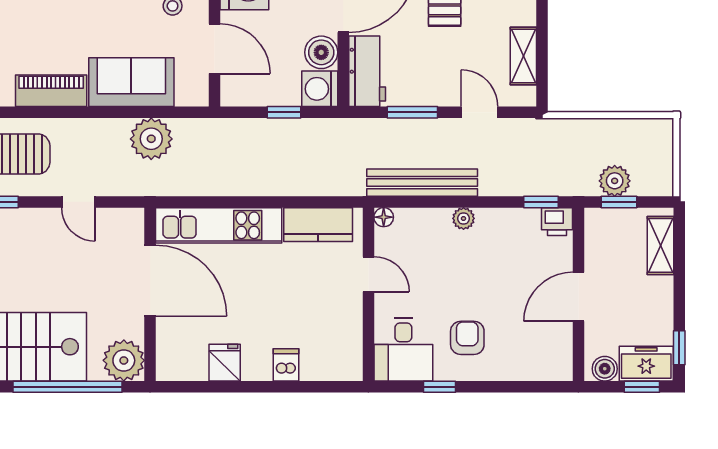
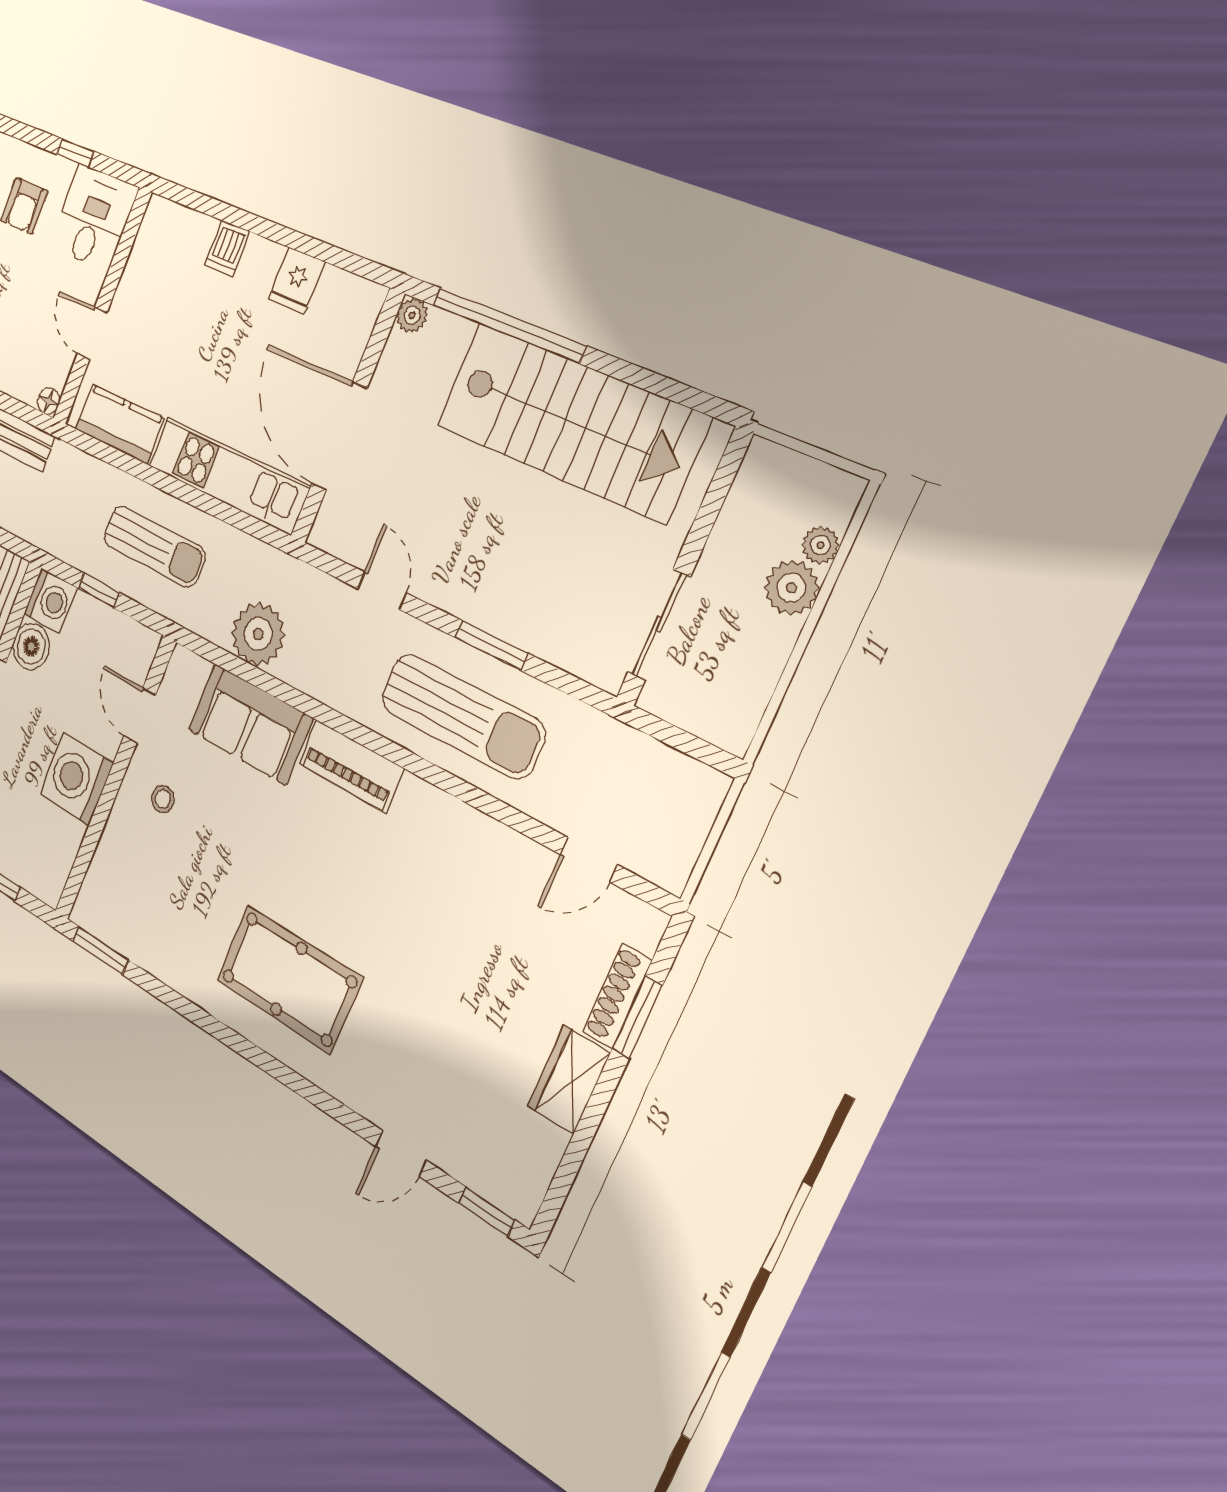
door: (214, 49) -> (140, 716), width x0.73
sun lounger: (254, 159) -> (154, 546), added
plant: (124, 360) -> (412, 315), width x0.53, depth x0.53

